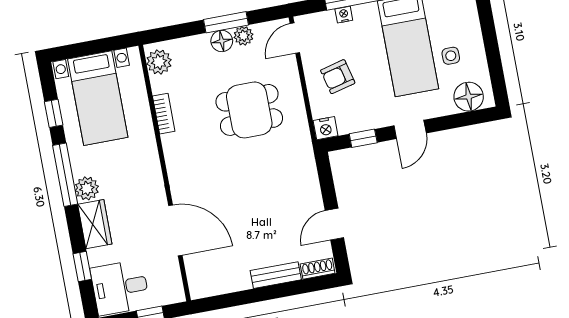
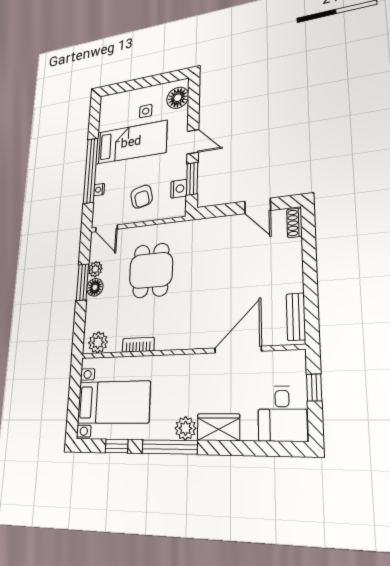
nightstand: (326, 128) -> (179, 189), moved
window: (363, 138) -> (192, 179), width x1.50
window: (82, 266) -> (256, 448), removed
bench: (276, 275) -> (296, 317), moved

